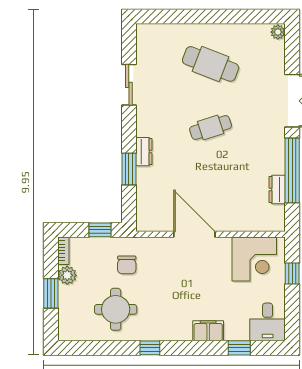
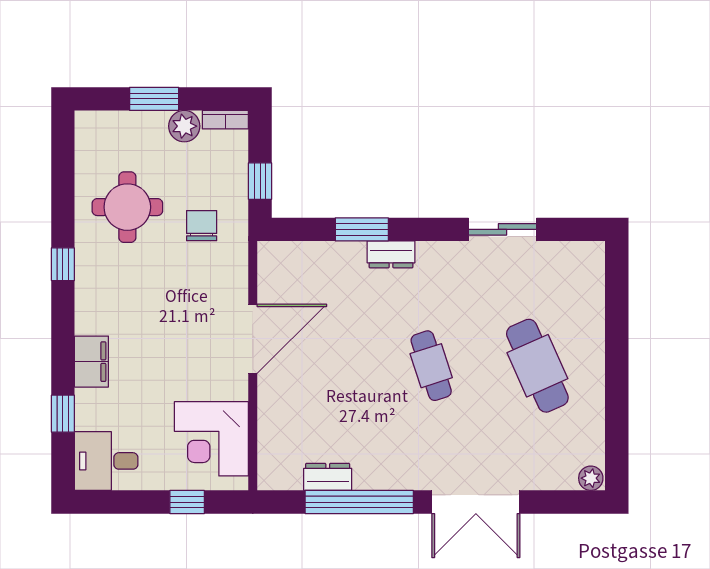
cafe table: (211, 64) -> (537, 366), turned -45
chair: (127, 265) -> (202, 226), turned 90

